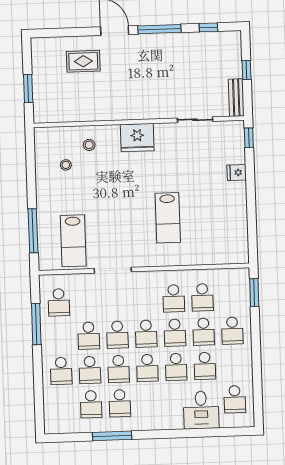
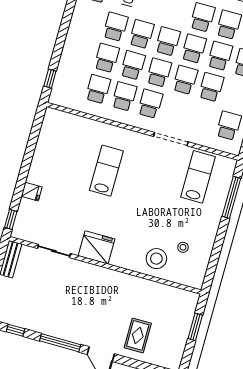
rug: (83, 61) -> (138, 335), turned 90
fridge: (137, 138) -> (96, 247), moved
stool: (89, 145) -> (156, 259), width x1.89, depth x1.89
window: (254, 293) -> (50, 79), width x0.67
school desk: (232, 331) -> (150, 104), moved

